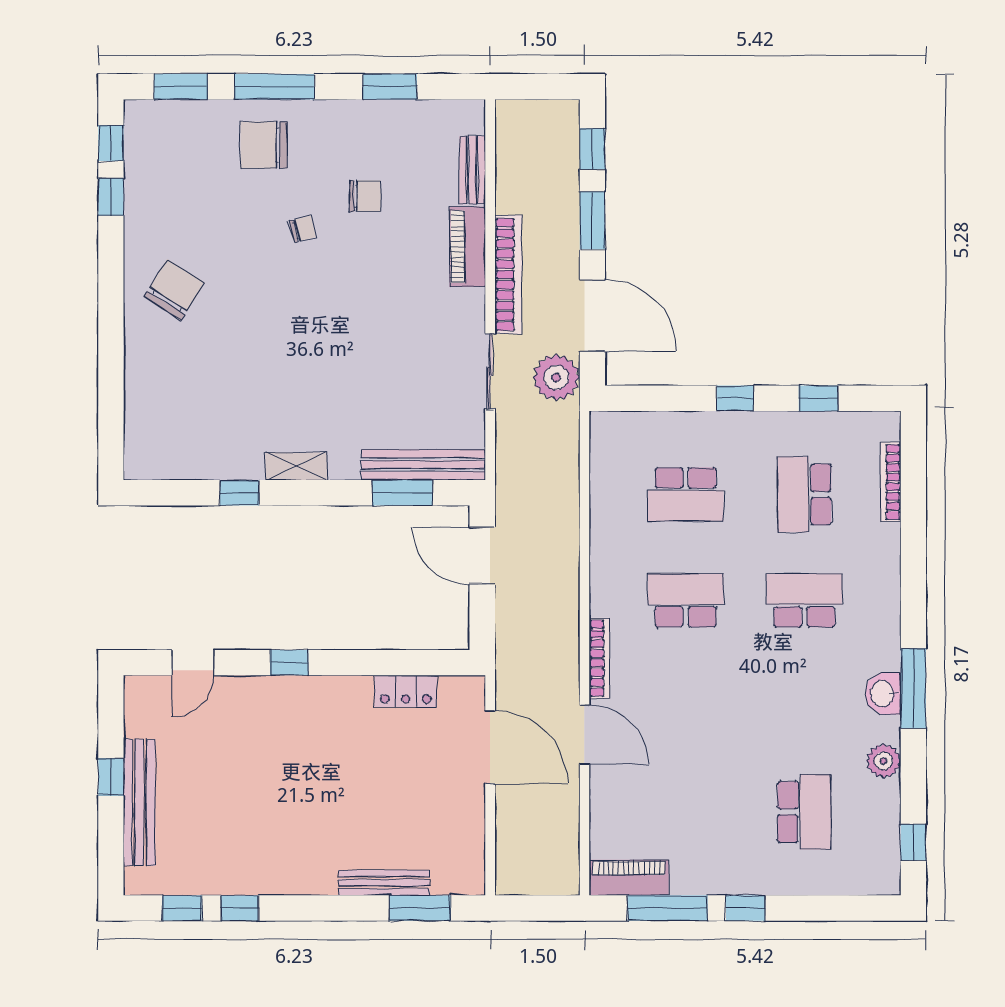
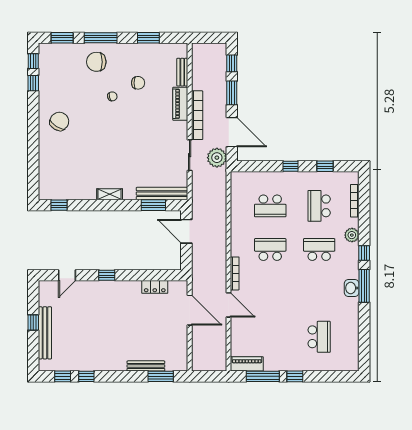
window: (240, 493) -> (59, 205), moved
plant: (884, 761) -> (352, 235), moved
window: (913, 842) -> (364, 253), moved

